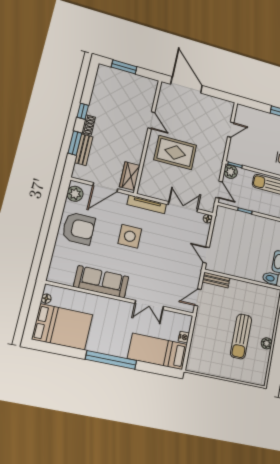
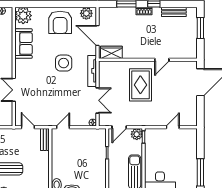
door: (231, 130) -> (173, 127), swing flipped
bench: (84, 150) -> (174, 12), moved
plant: (59, 273) -> (23, 16), added
sofa: (101, 282) -> (23, 44), width x0.73

